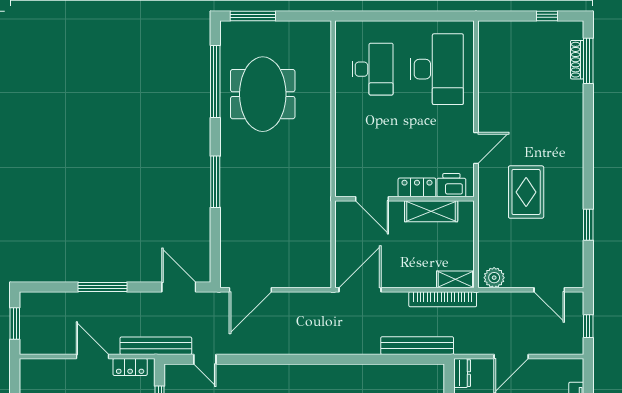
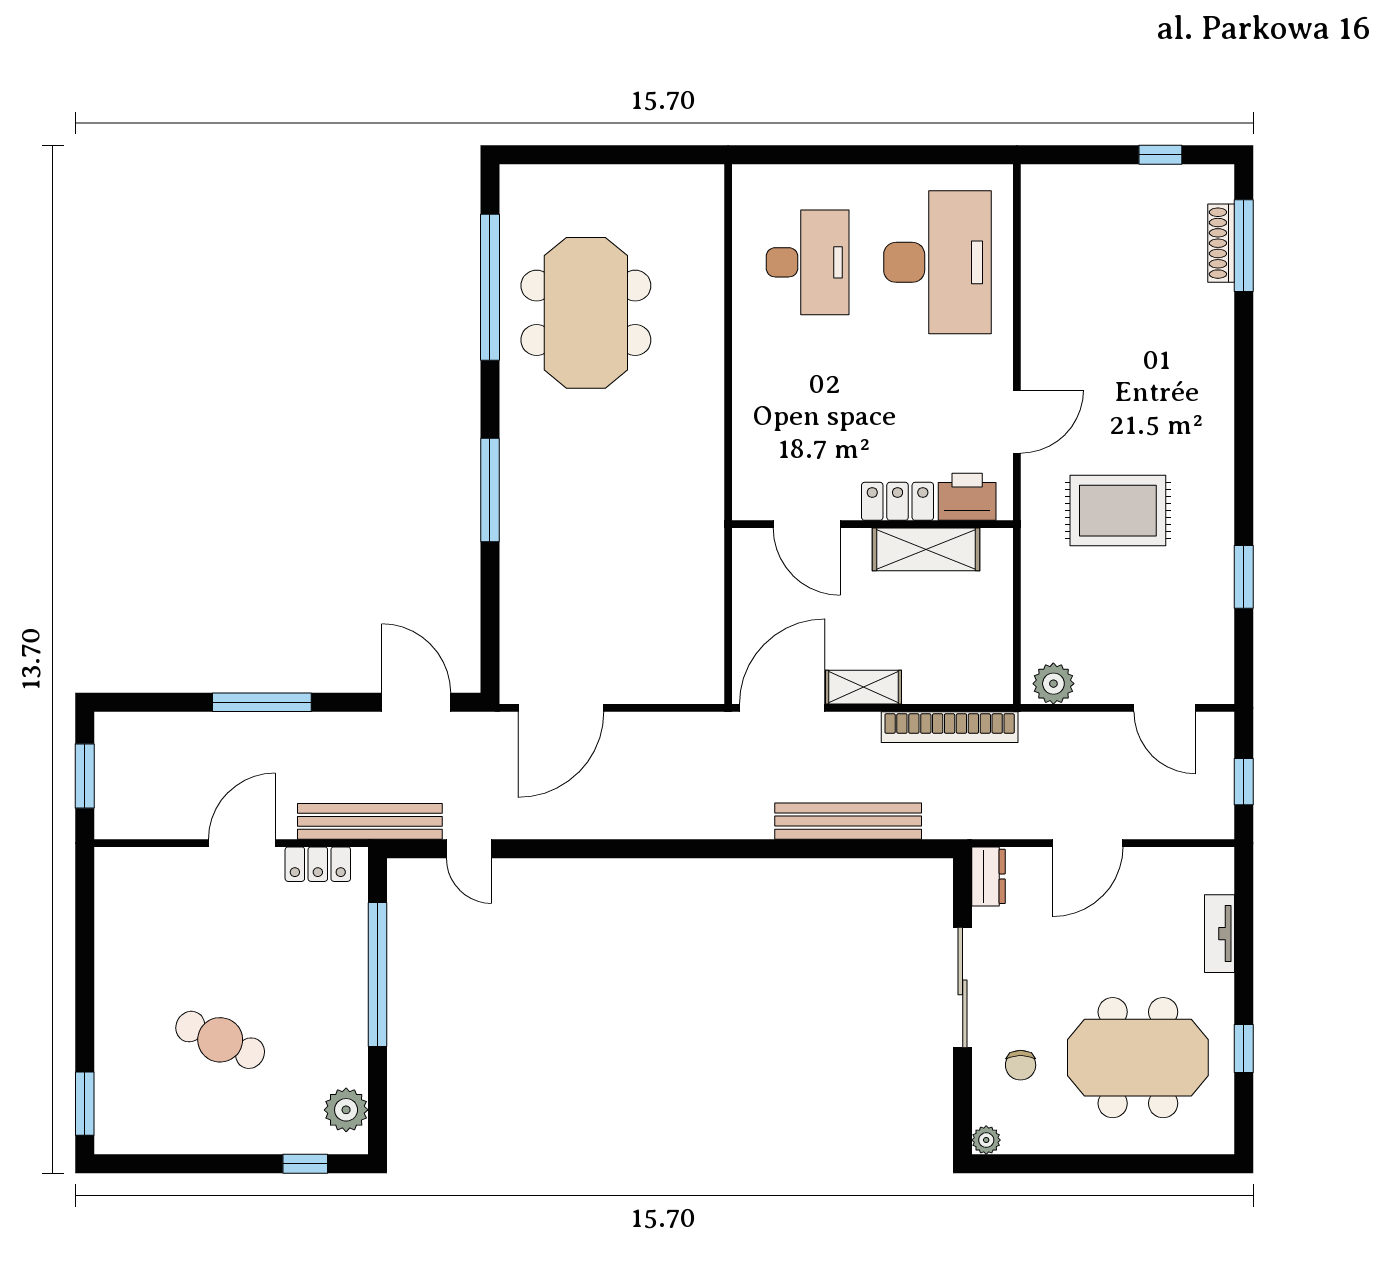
window: (253, 16) -> (566, 155), removed
rug: (526, 192) -> (1118, 511), turned 90
shelving: (455, 279) -> (864, 687), moved
bench: (417, 346) -> (848, 821), moved
door: (92, 357) -> (242, 843), hinge flipped

